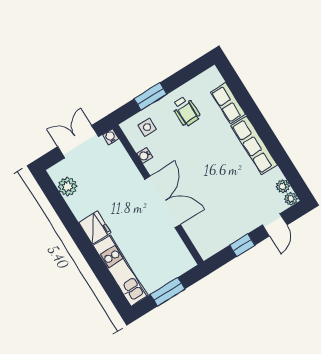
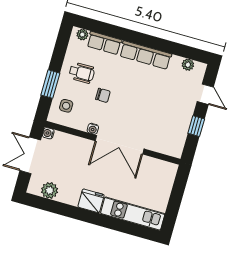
chair: (187, 147) -> (103, 95), added
water cooler: (145, 155) -> (93, 129), moved
plant: (291, 199) -> (82, 35), moved
double door: (163, 202) -> (120, 145), swing flipped
window: (168, 292) -> (175, 200), removed

